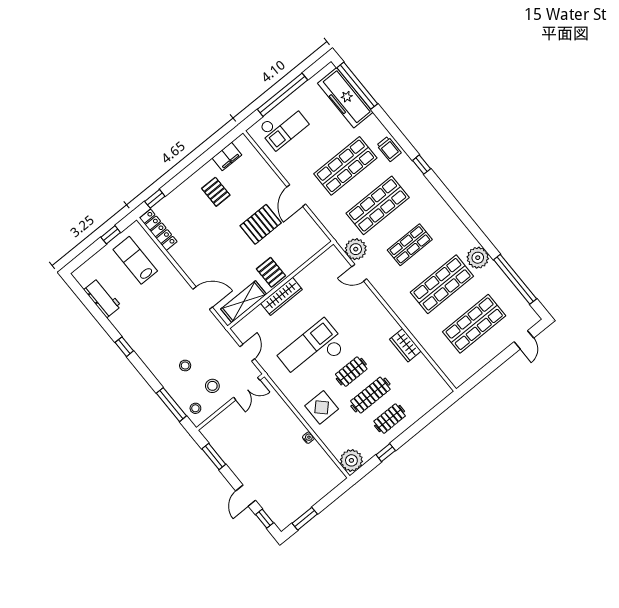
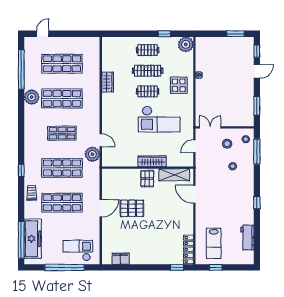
pallet: (216, 192) -> (142, 245), removed

